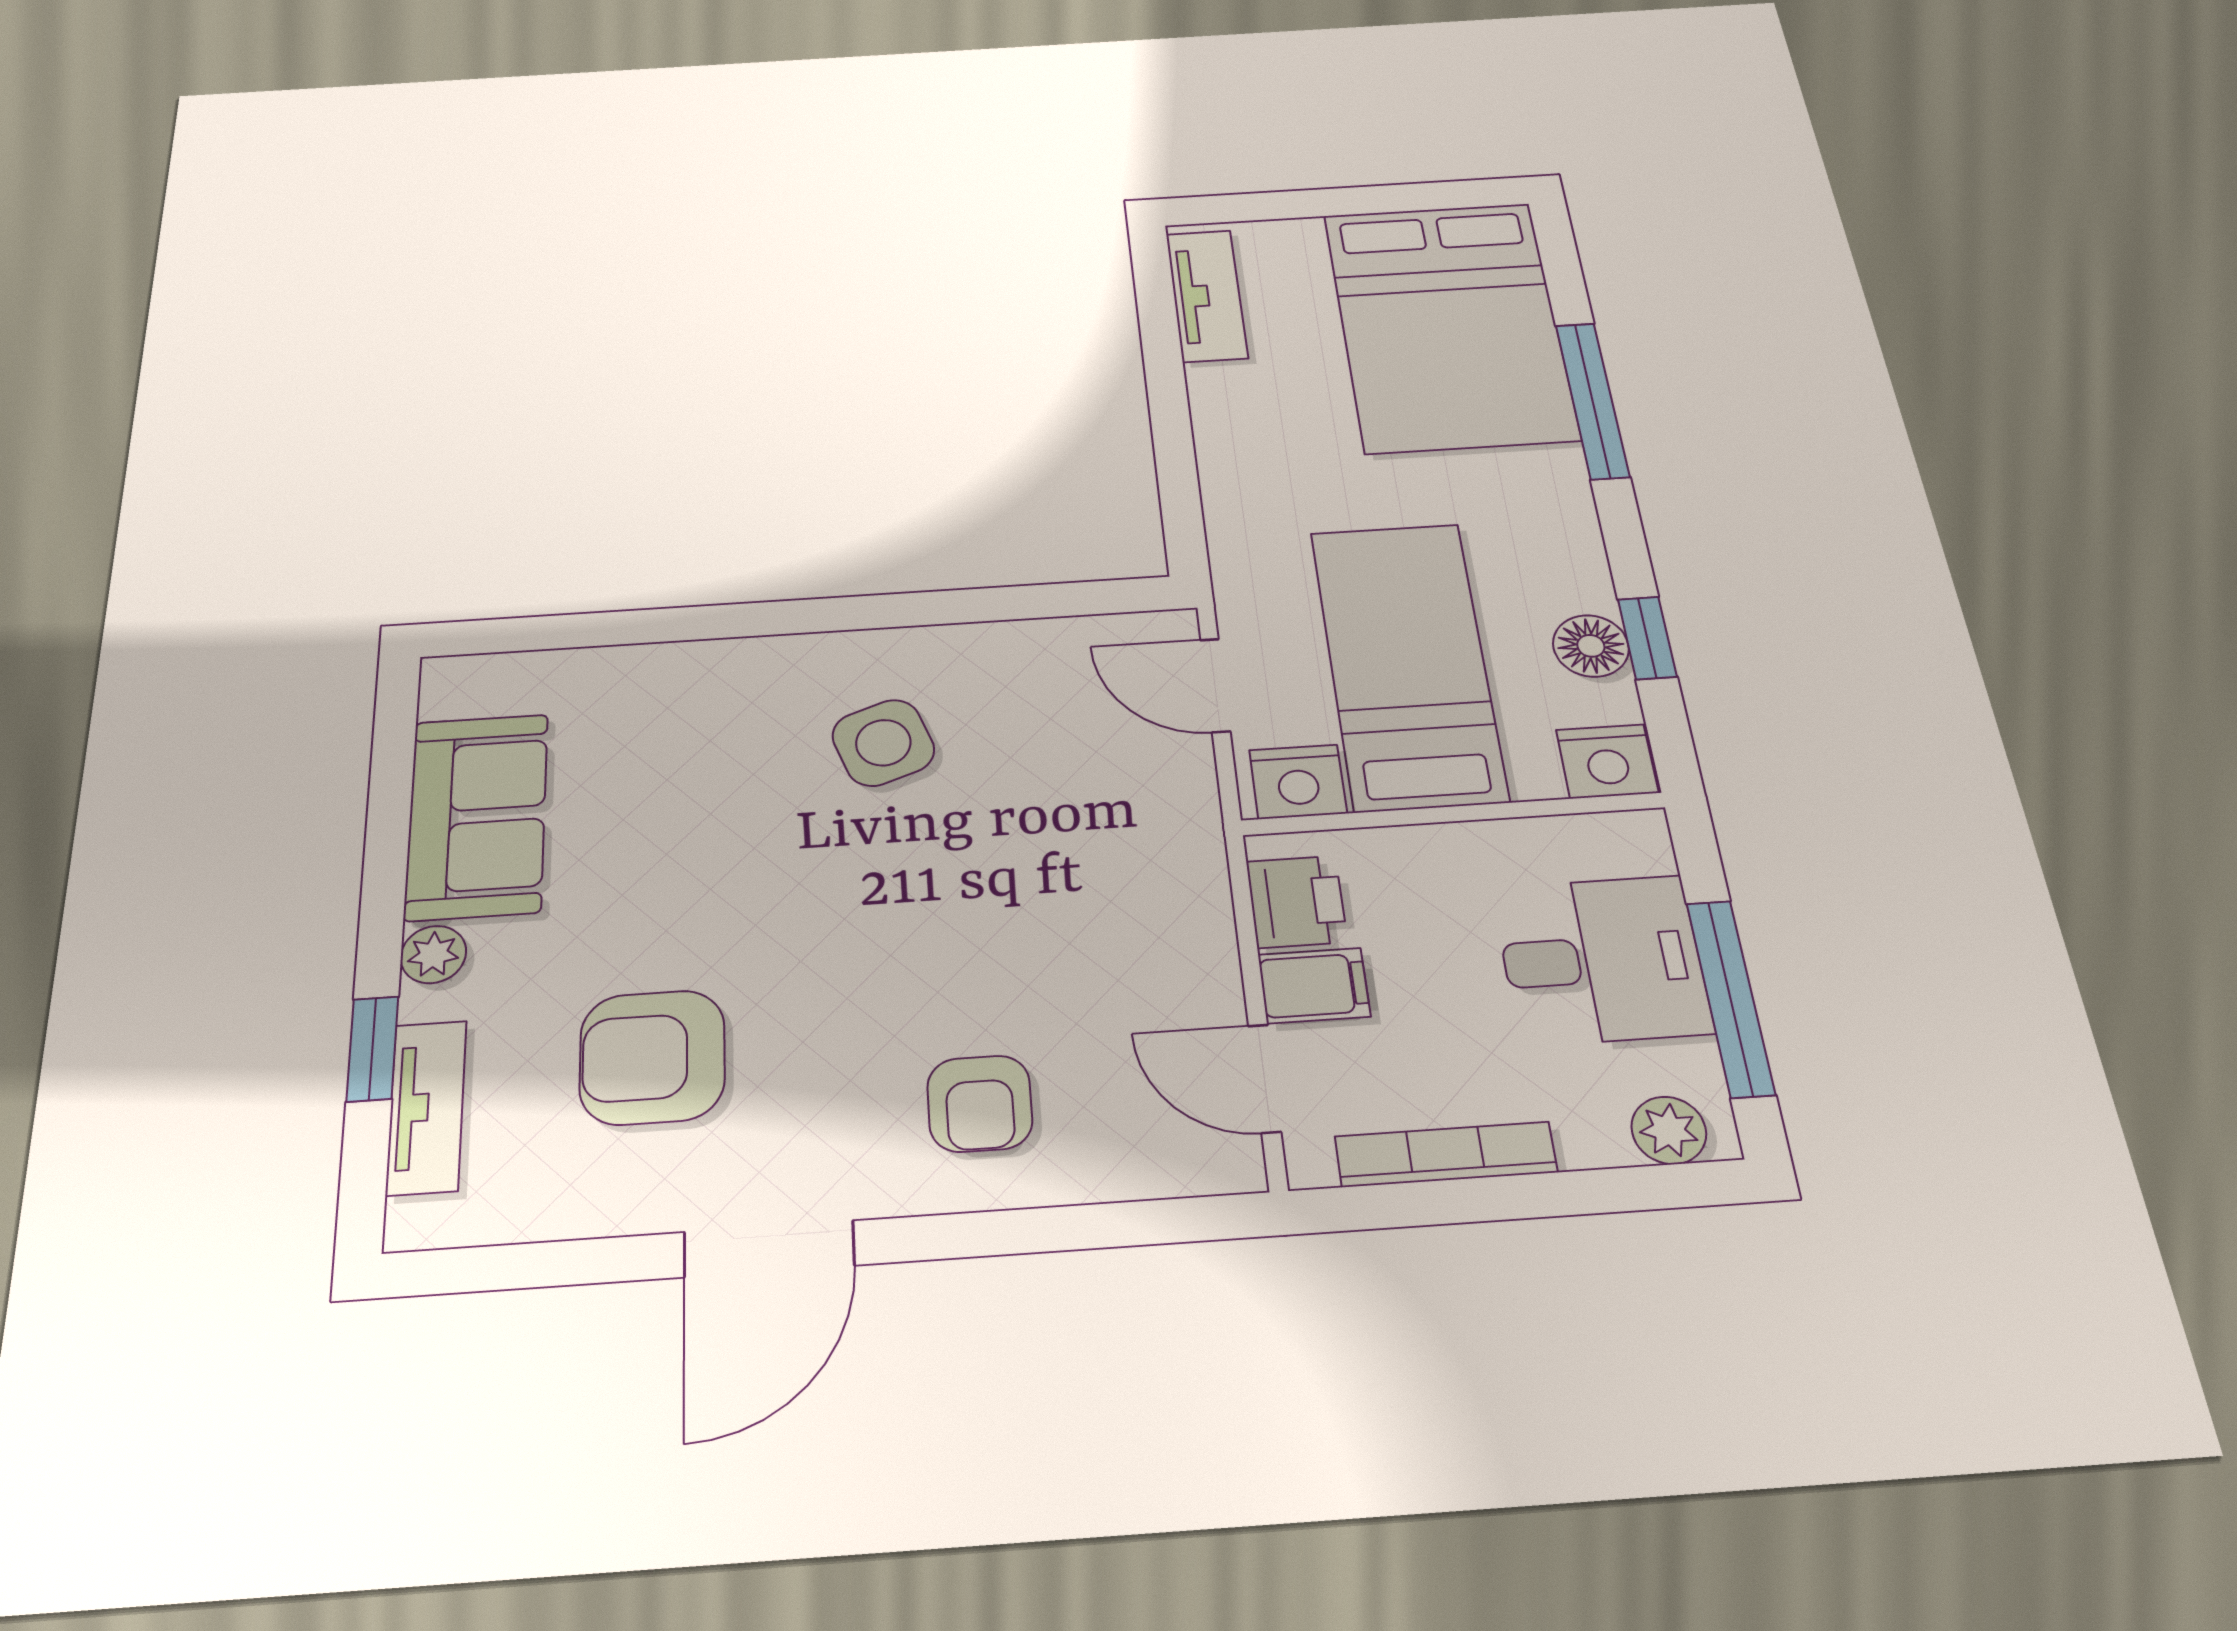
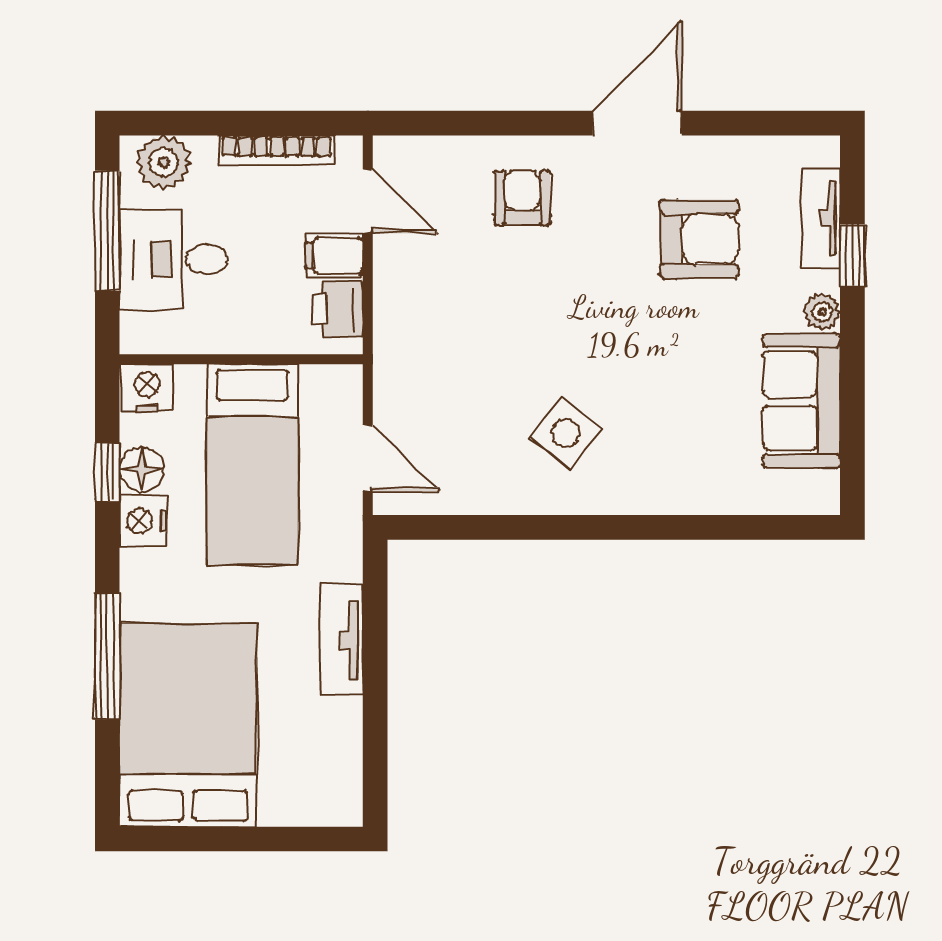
tv unit: (1207, 296) -> (342, 640), moved
side table: (883, 743) -> (566, 433), turned -32
nightstand: (1298, 782) -> (143, 521), moved, turned -90
plant: (1669, 1130) -> (164, 162), width x1.38, depth x1.38

